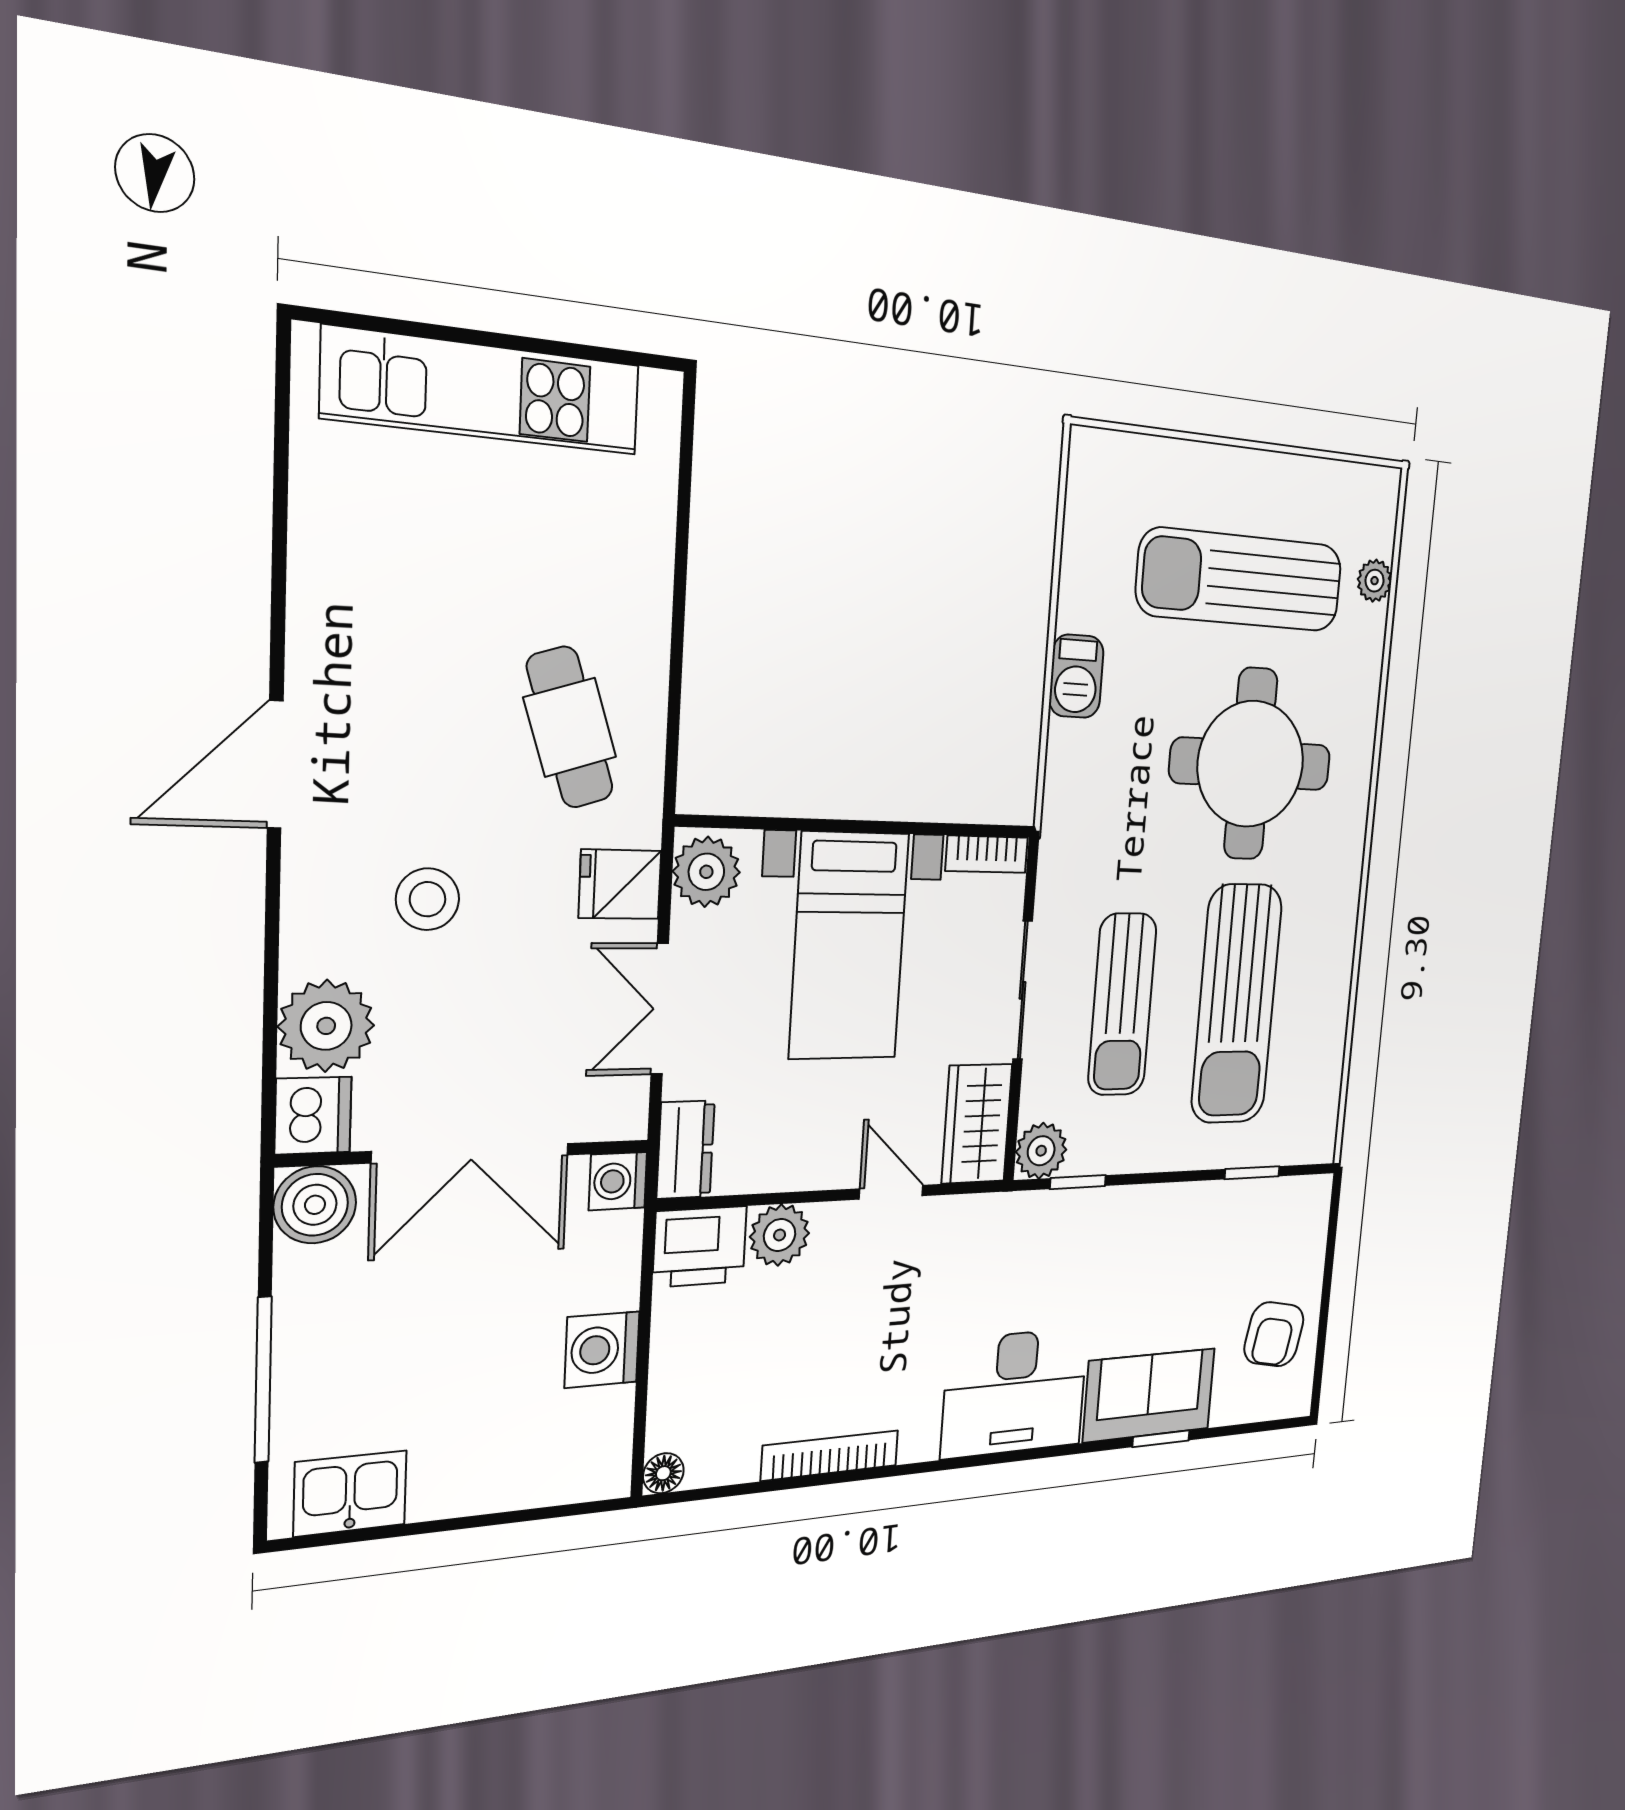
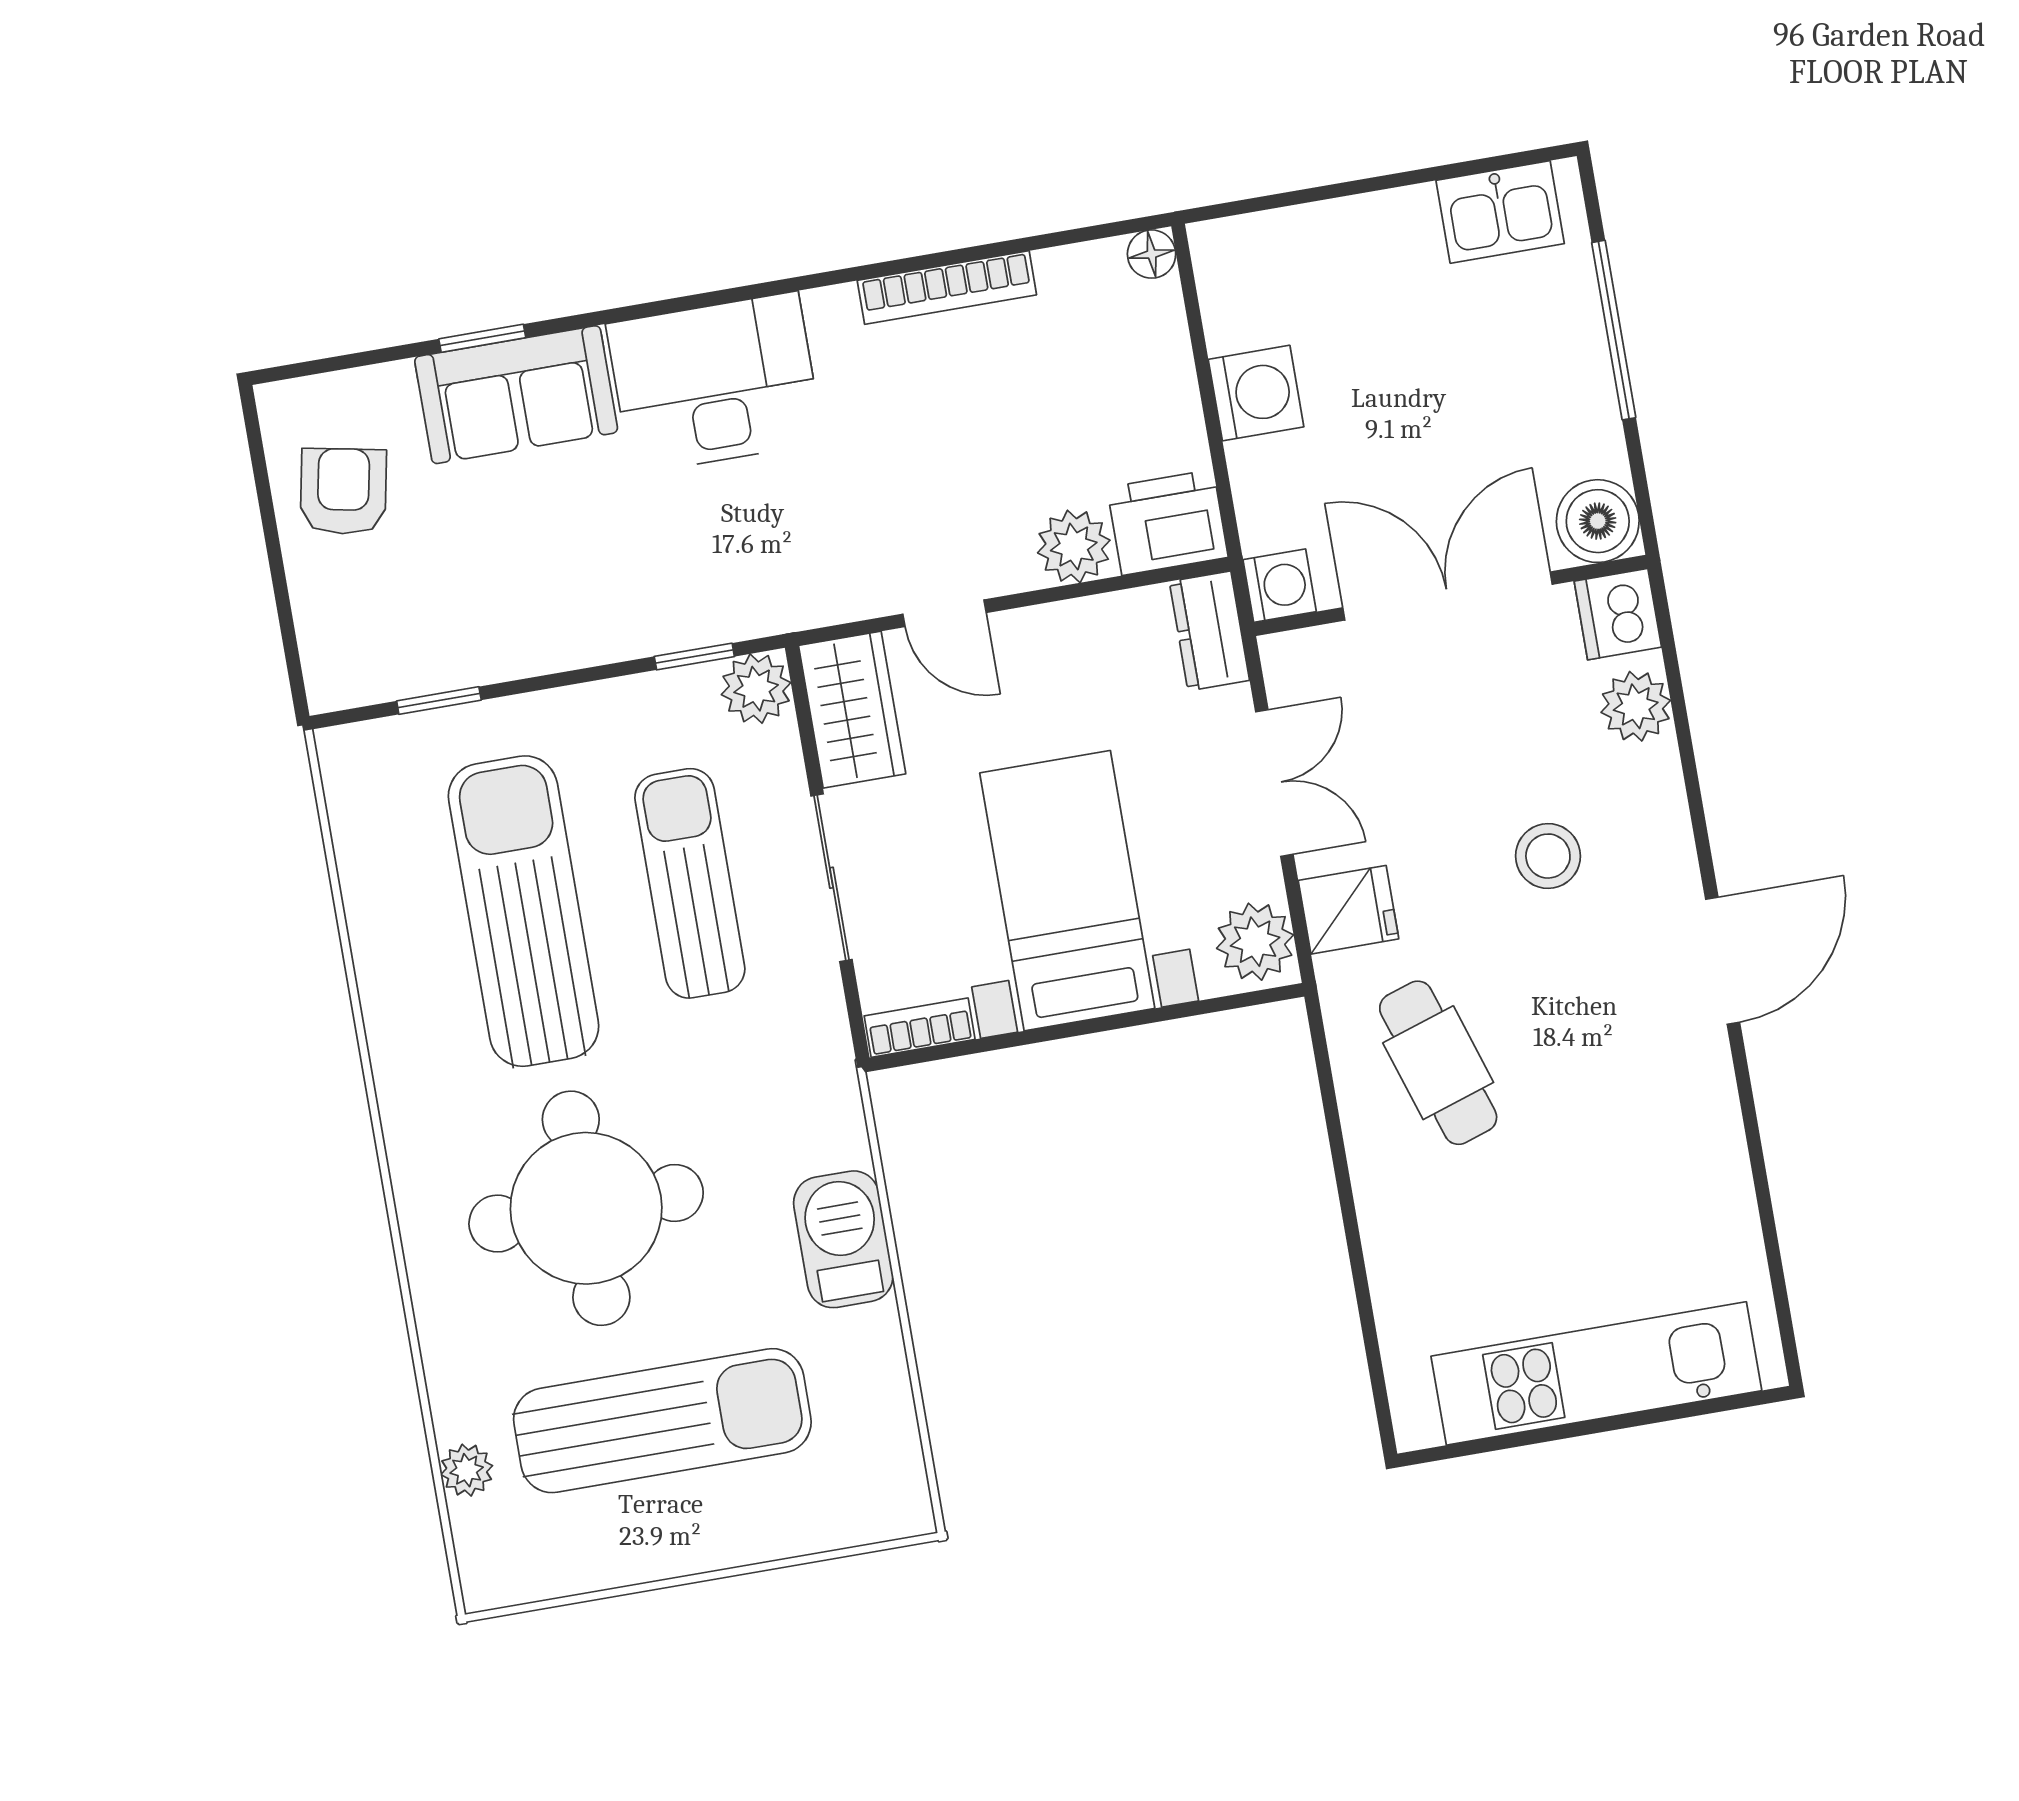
barbecue: (1076, 676) -> (843, 1239), width x1.38, depth x1.27
plant: (326, 1026) -> (1636, 706), width x0.73, depth x0.73

